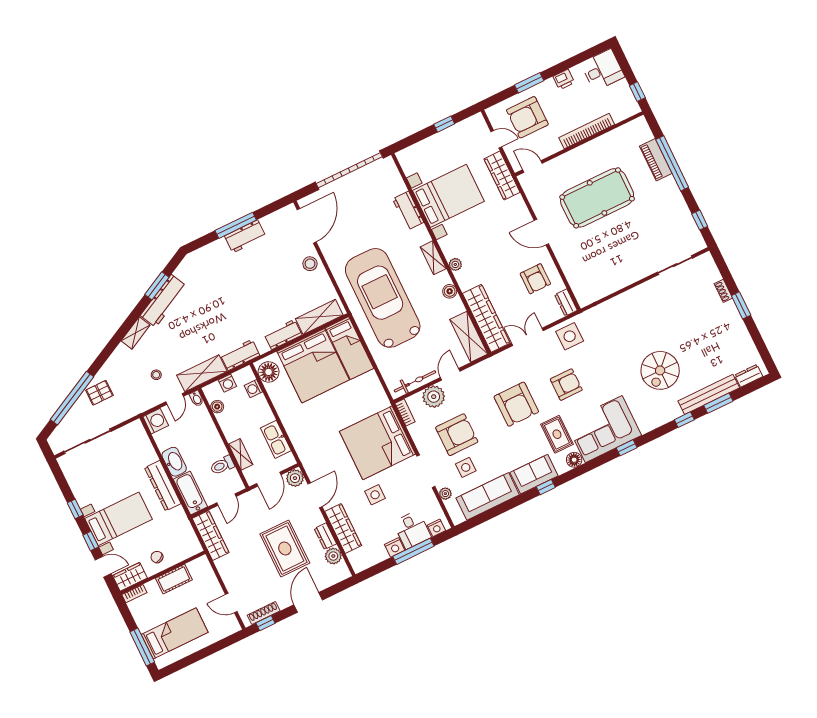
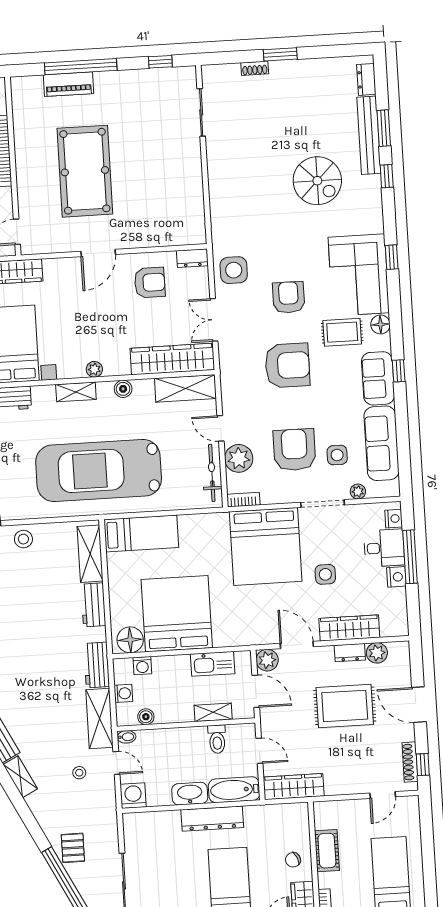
bed: (313, 366) -> (177, 614), moved, turned -90

